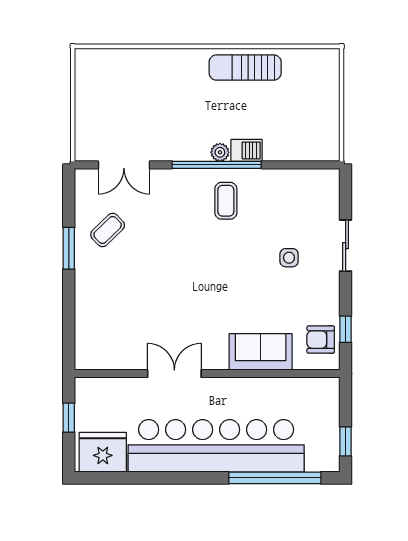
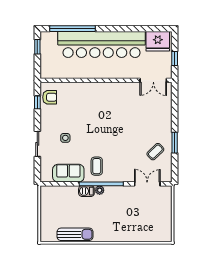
sun lounger: (245, 68) -> (75, 234), moved
sofa: (261, 352) -> (68, 173), moved, turned 180
double door: (174, 374) -> (153, 80), moved

